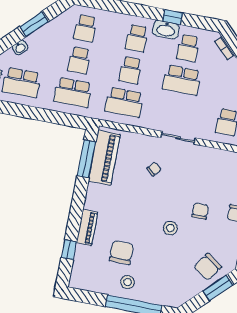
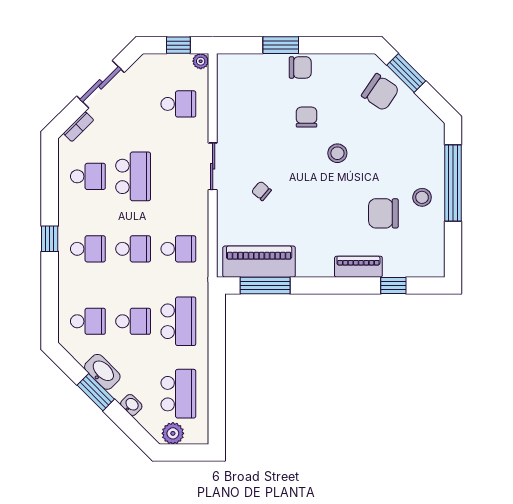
window: (173, 17) -> (50, 239), moved
washbasin: (166, 30) -> (102, 372), moved, turned -45
school desk: (124, 102) -> (178, 249), width x0.54
chair: (200, 211) -> (307, 117), turned 90

